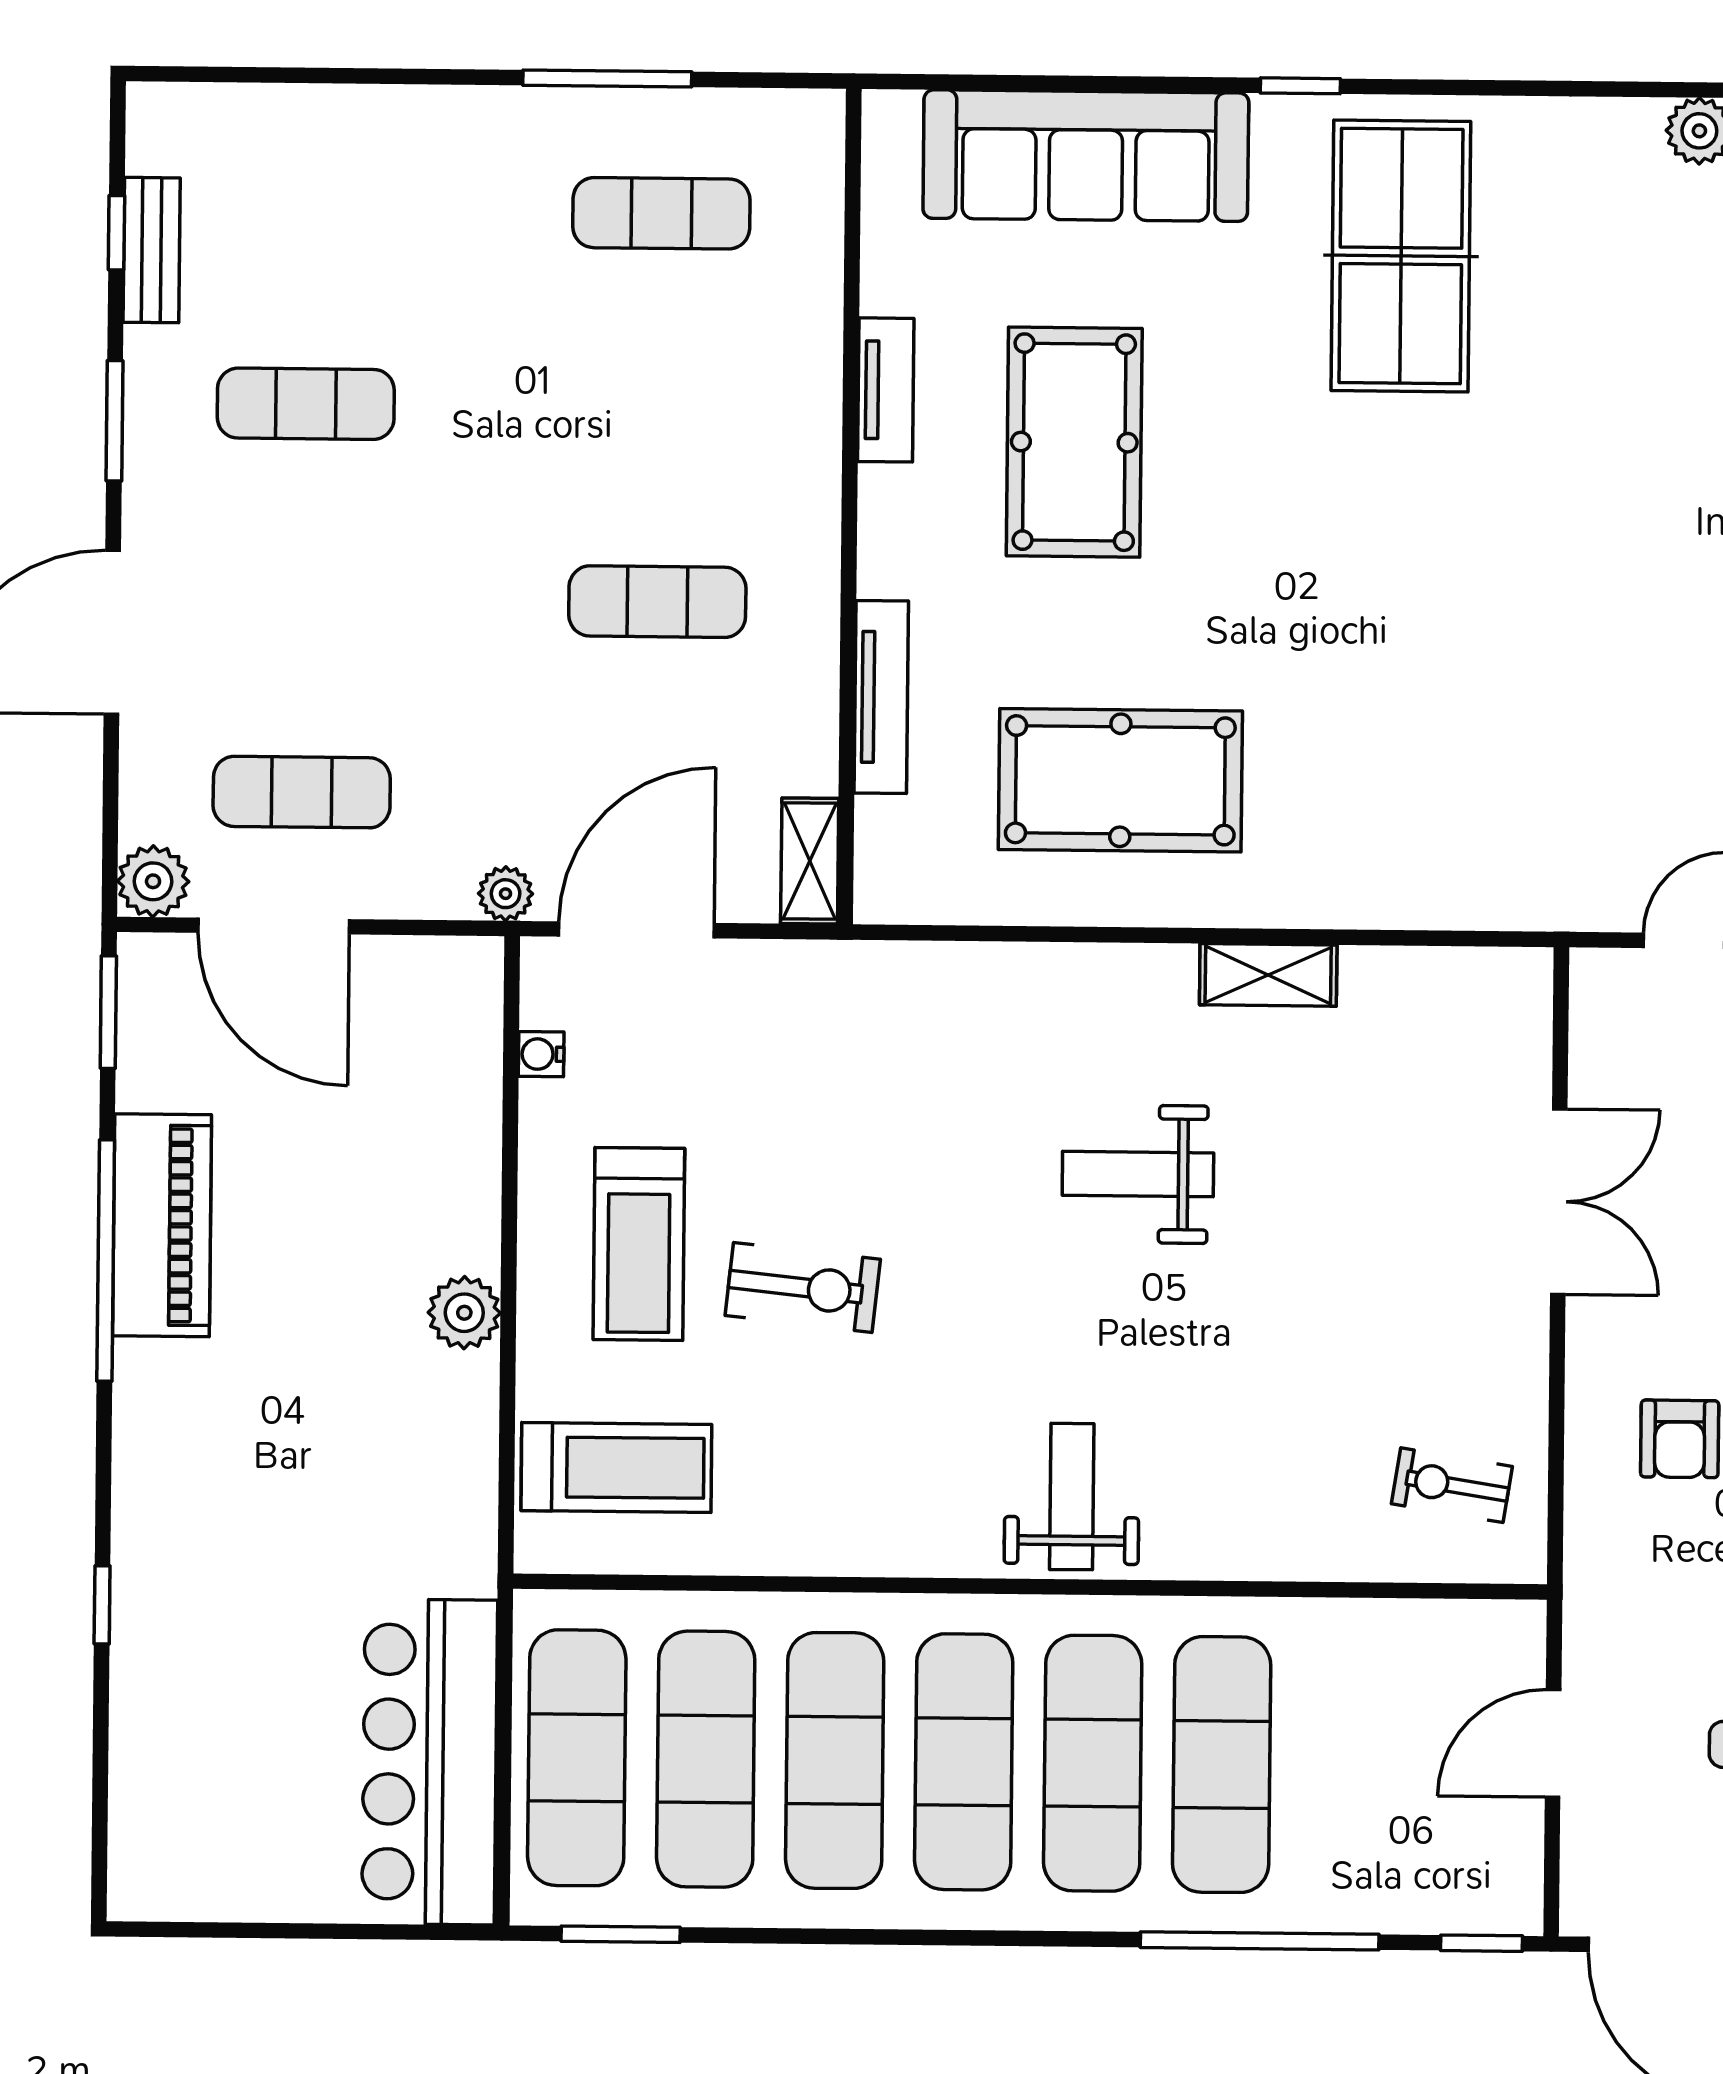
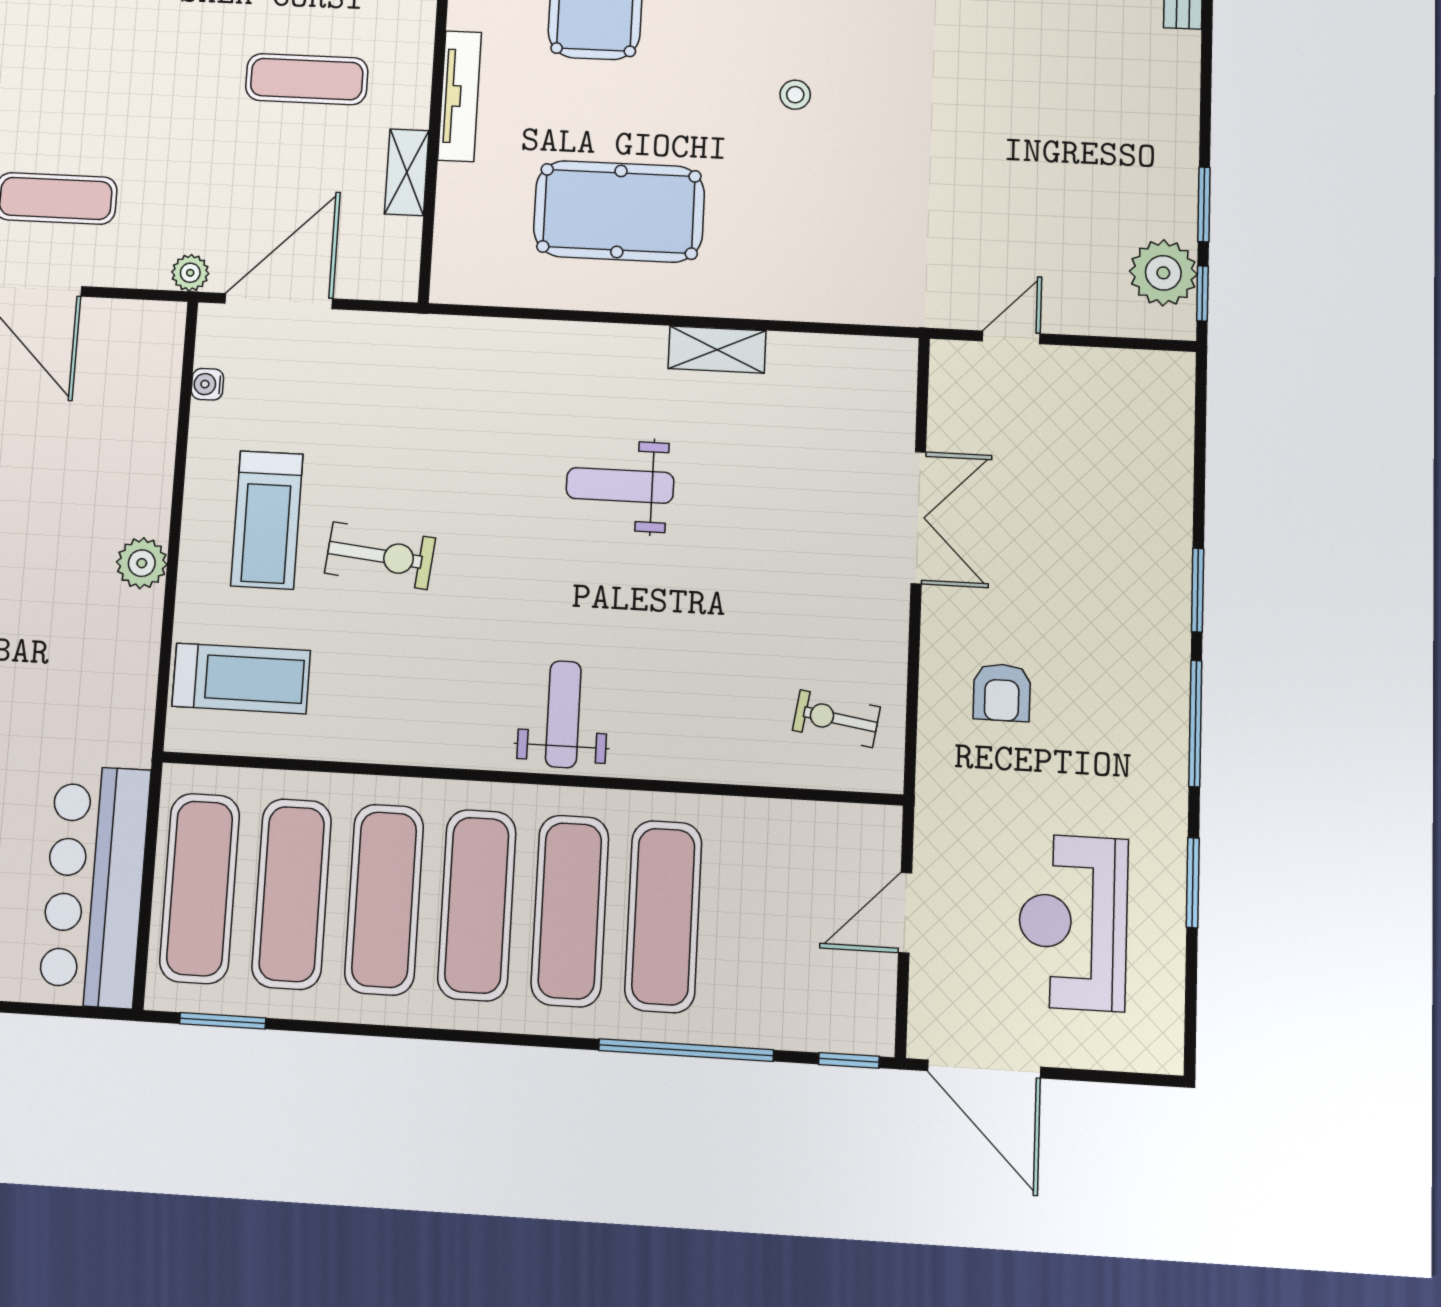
stool: (1368, 599) -> (795, 95), added
tv unit: (881, 697) -> (460, 96), moved
shelving: (810, 861) -> (407, 172), moved

